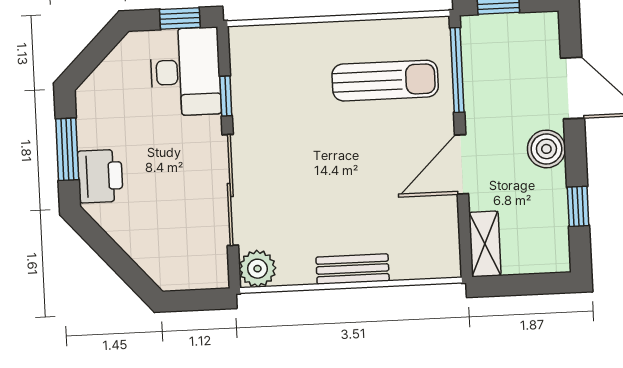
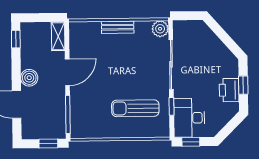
sun lounger: (385, 81) -> (135, 108), moved
window: (67, 149) -> (243, 85), width x0.67
printer: (100, 176) -> (229, 90), moved
window: (578, 206) -> (16, 39), moved

